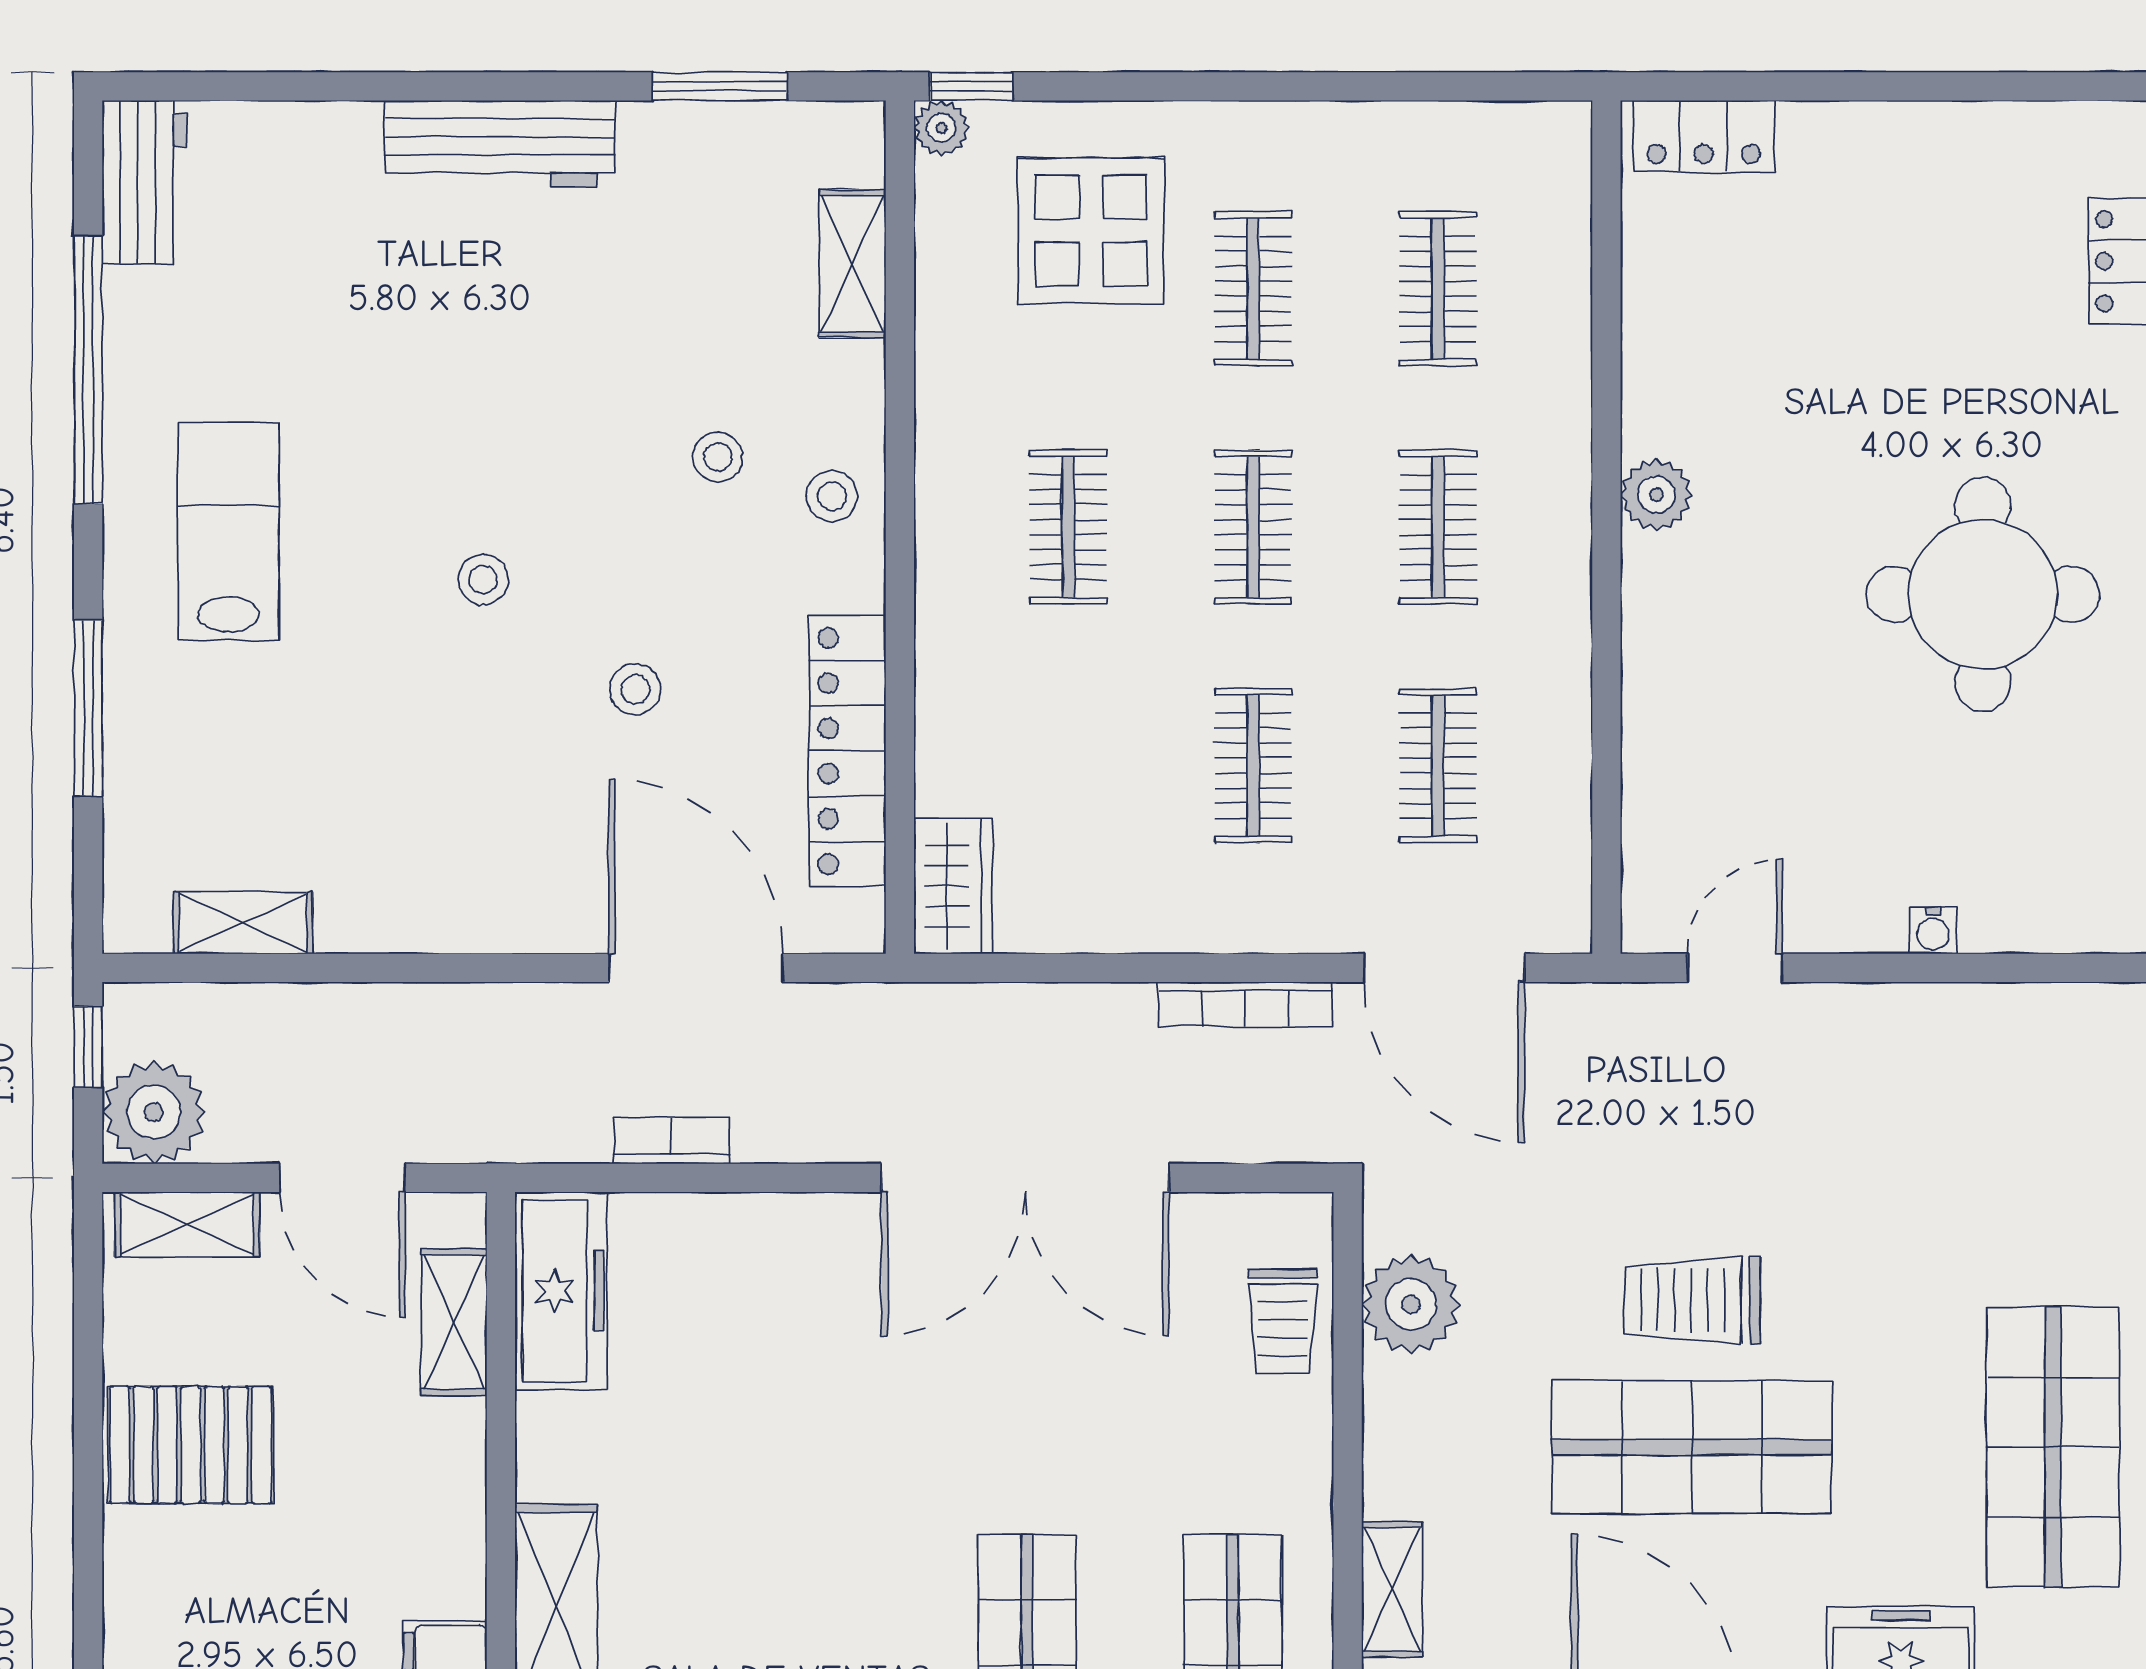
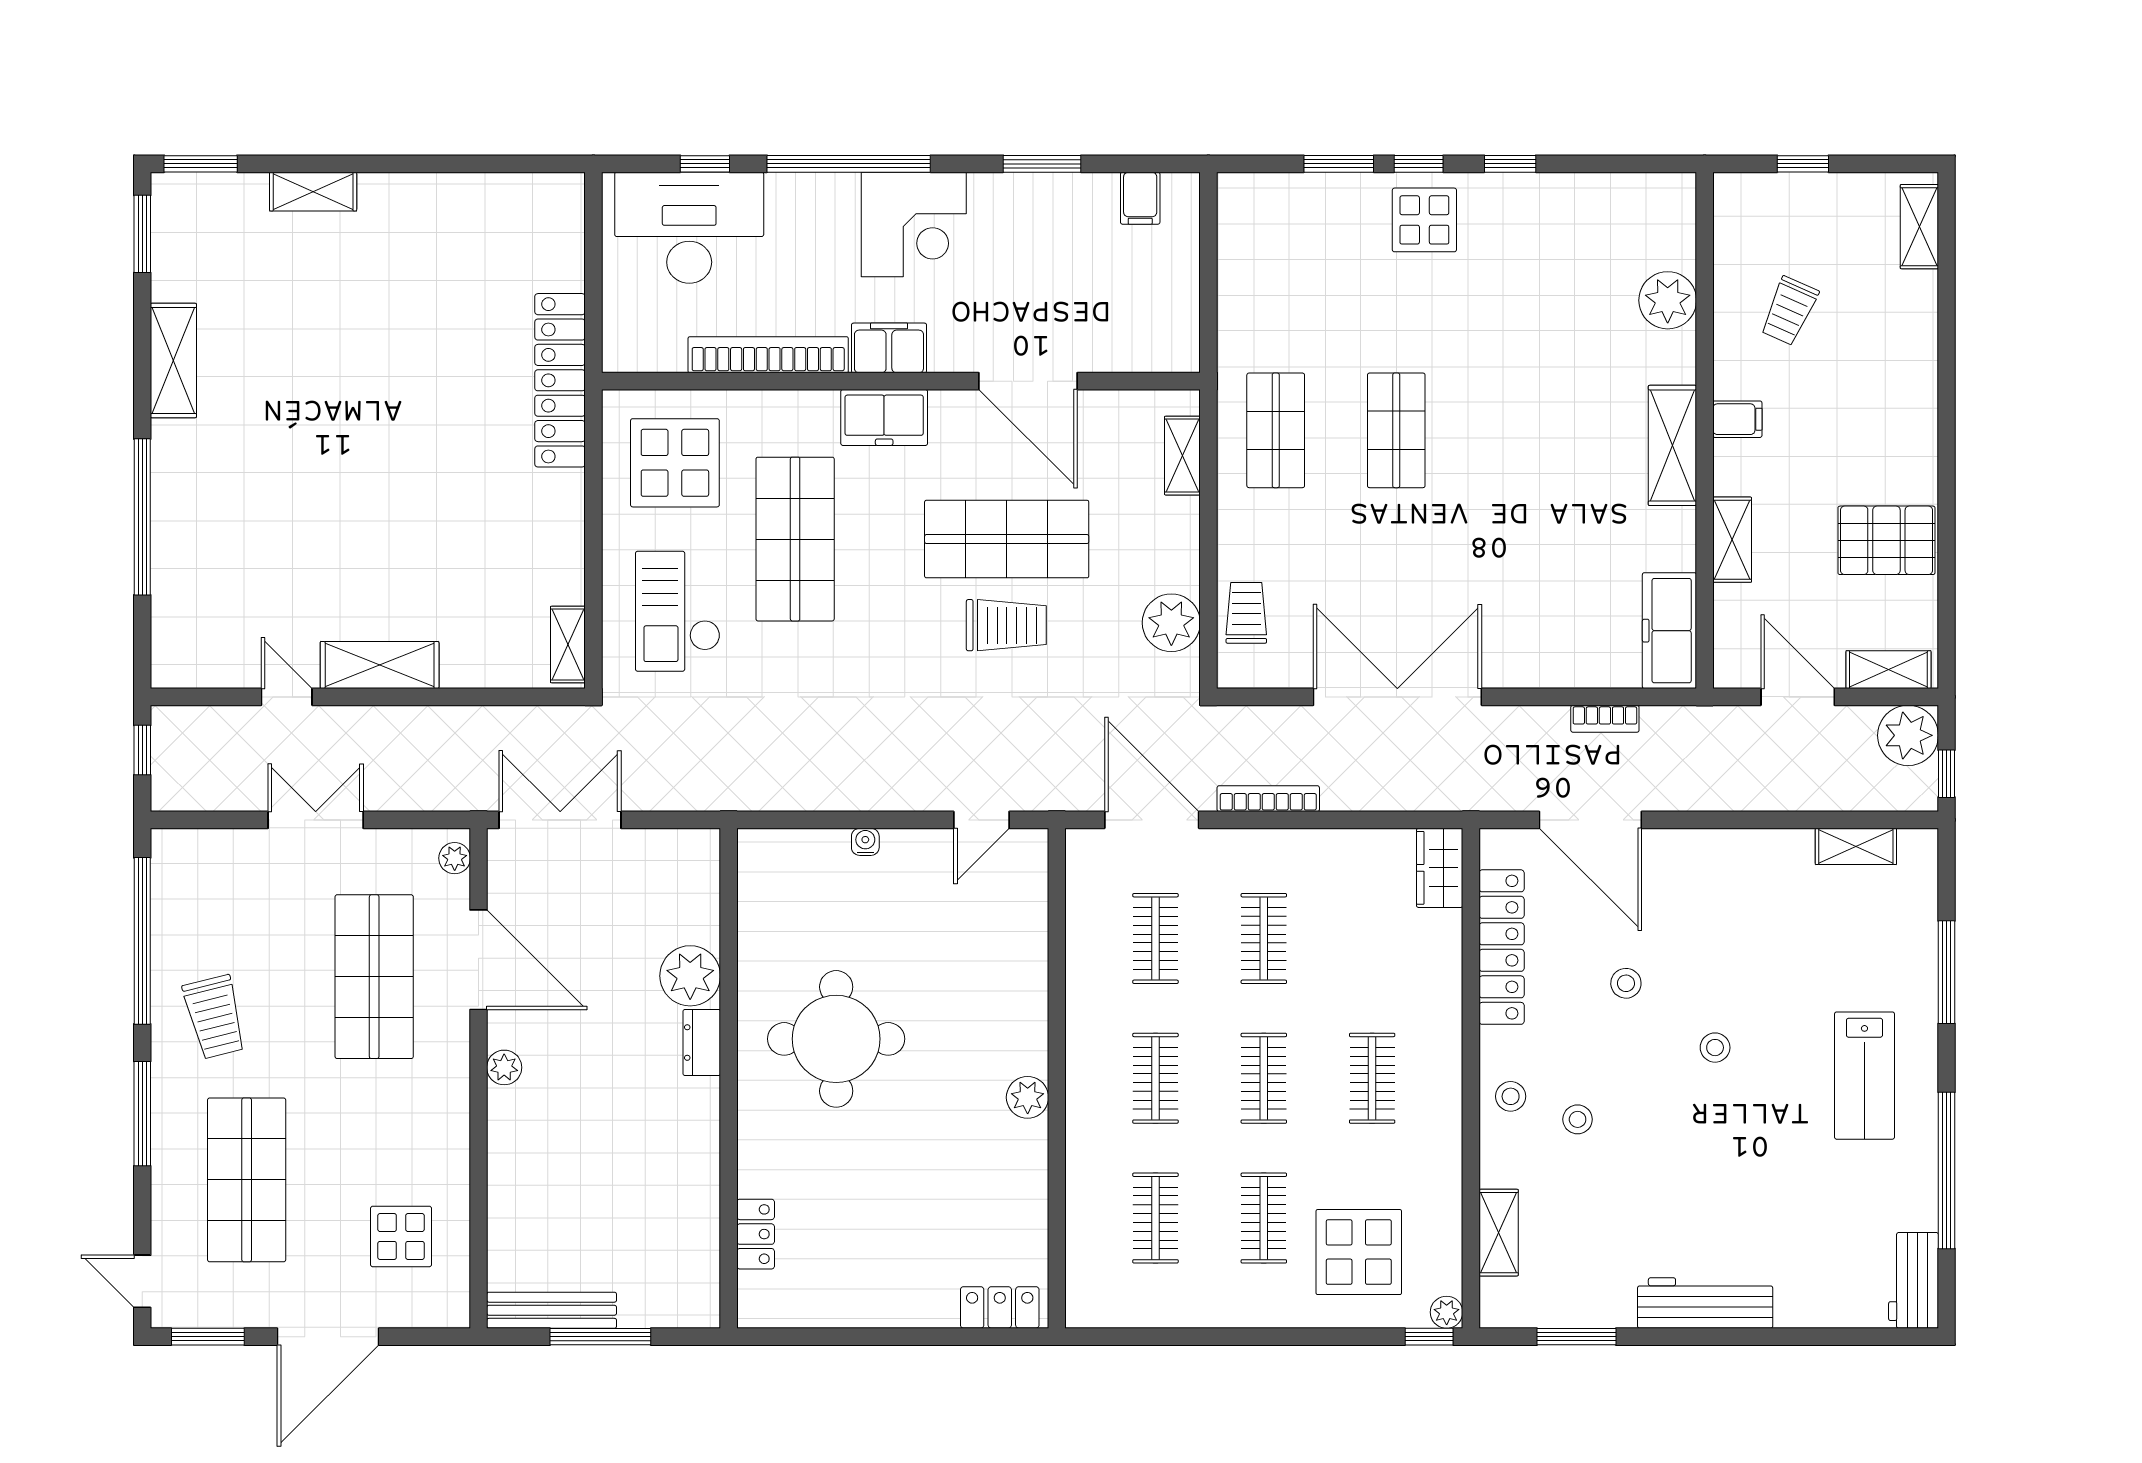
shelving: (454, 1322) -> (1732, 540), moved

